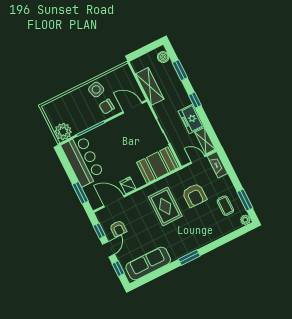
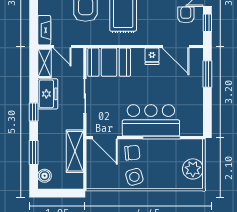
plant: (63, 132) -> (193, 169), moved
bar counter: (83, 160) -> (151, 120), moved, turned 90

